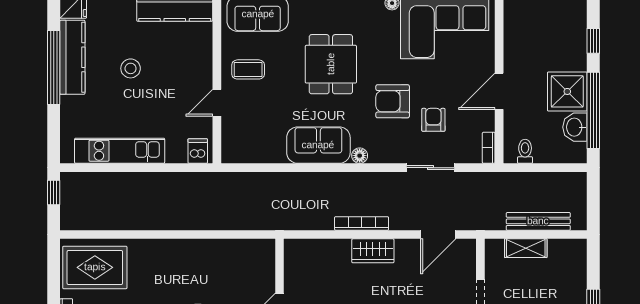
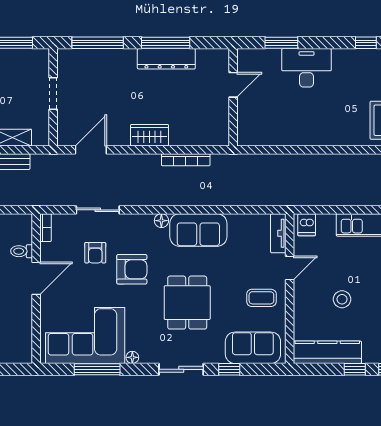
stool: (131, 68) -> (342, 299), moved
tv unit: (229, 141) -> (278, 233), added
toilet: (525, 151) -> (22, 251), moved, turned 90
bookcase: (362, 223) -> (186, 160), moved

